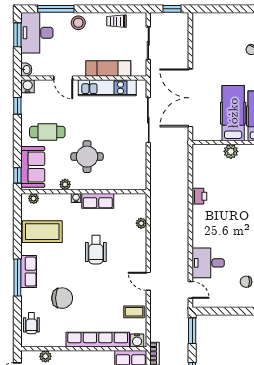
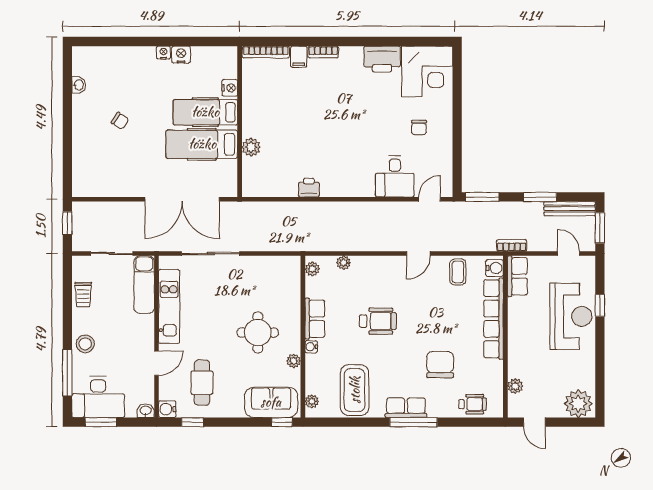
exam couch: (108, 68) -> (144, 285), moved
cafe table: (47, 132) -> (202, 383), moved
plant: (136, 199) -> (312, 269), added

